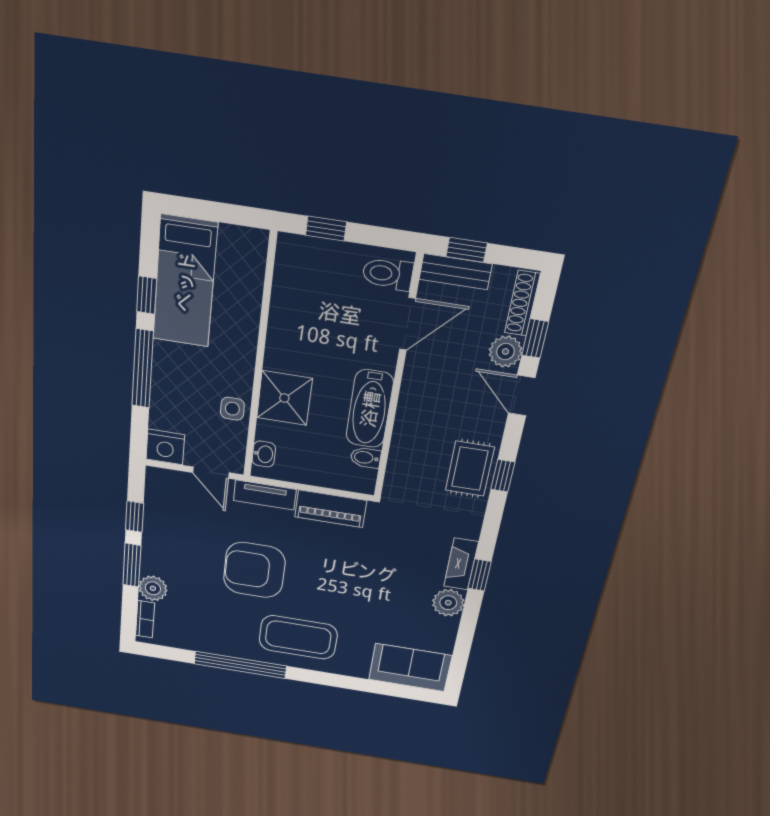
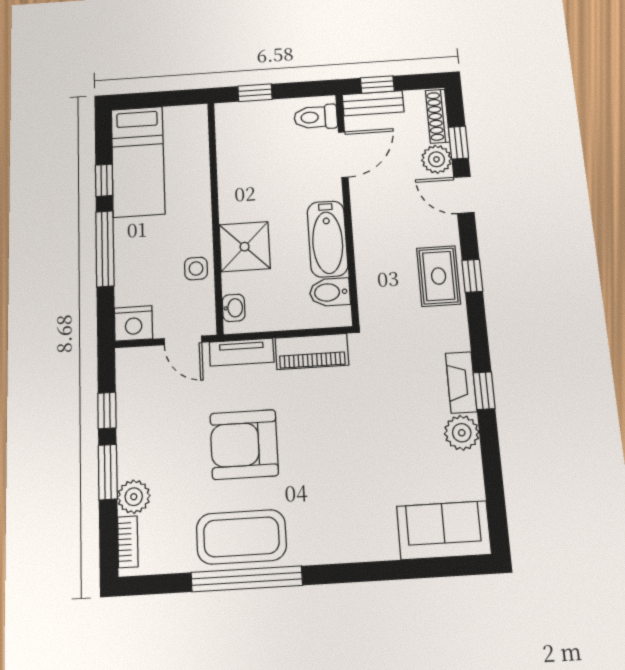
bidet: (366, 458) -> (330, 292), width x1.38, depth x1.36
coffee table: (298, 637) -> (241, 537), moved

